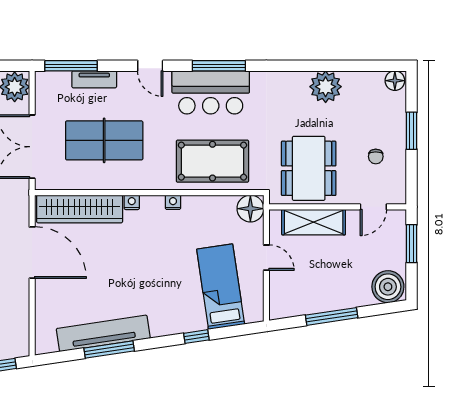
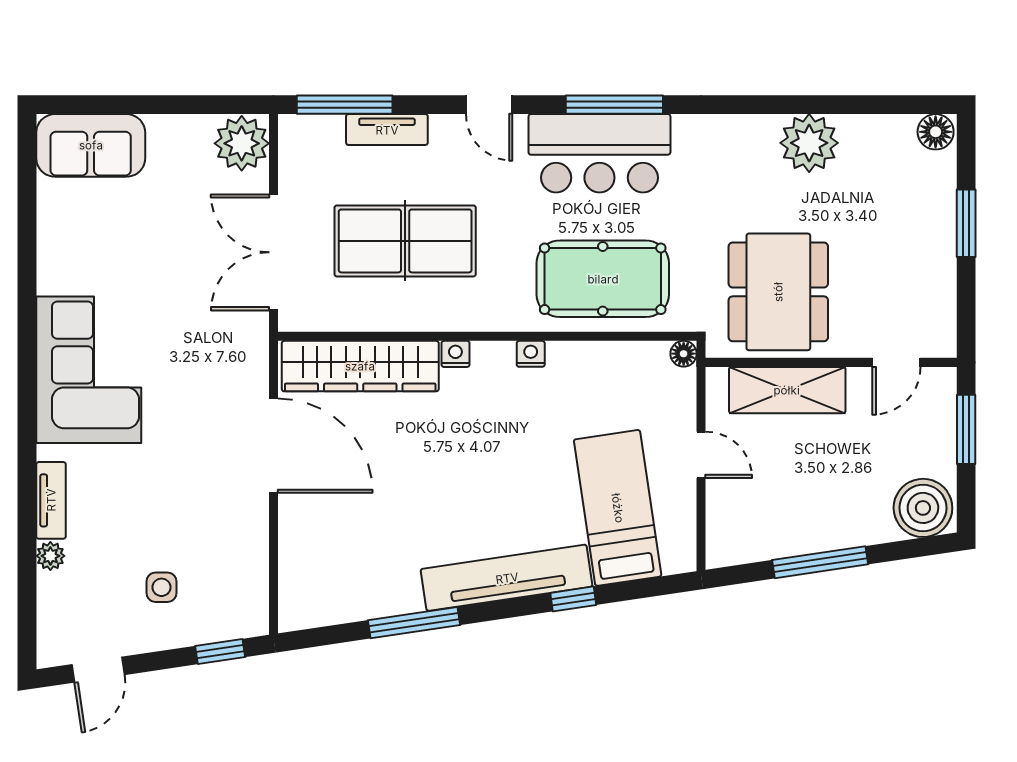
chair: (376, 156) -> (901, 270), removed
floor lamp: (250, 209) -> (684, 354), width x0.53, depth x0.53
tv unit: (103, 333) -> (507, 578), moved

